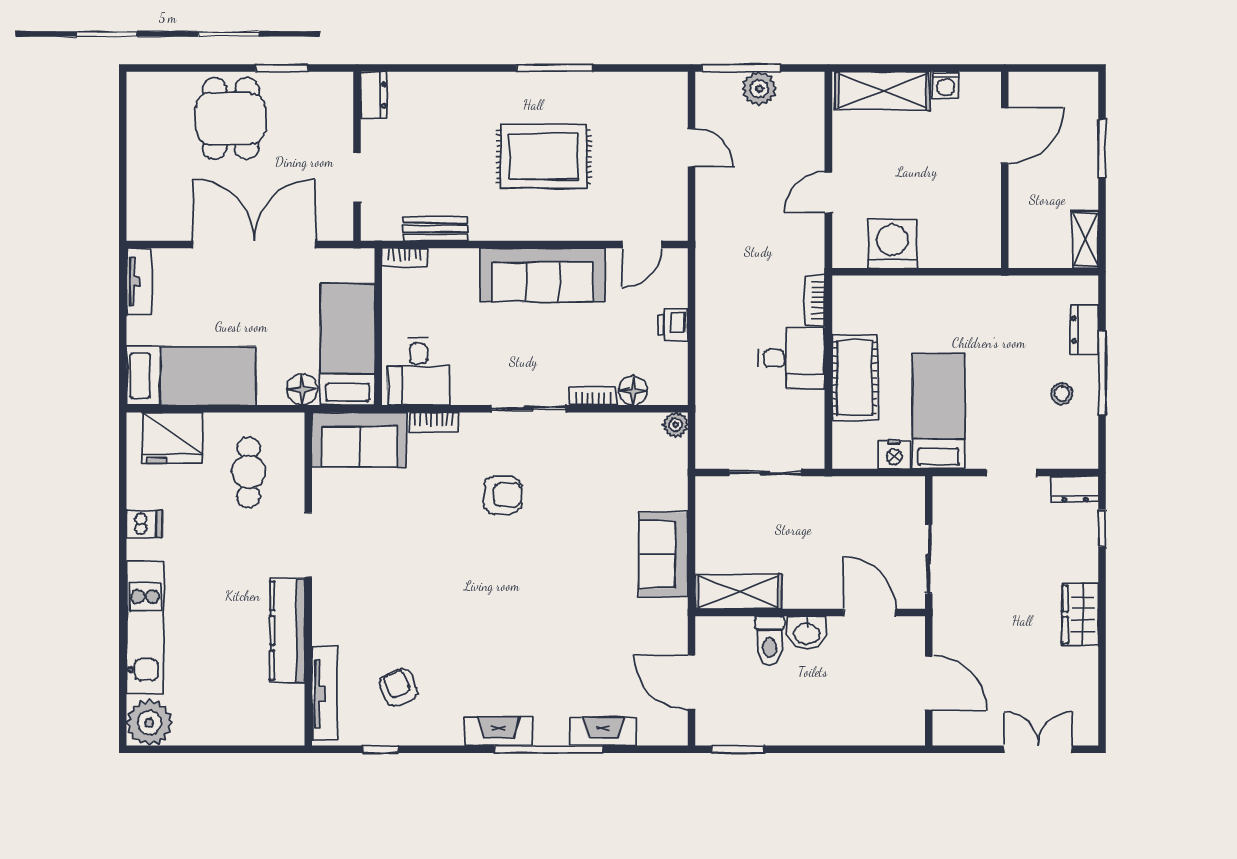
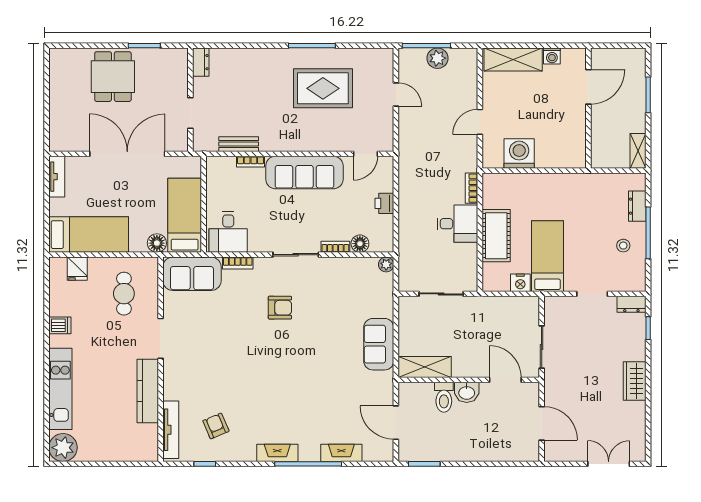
rug: (544, 156) -> (323, 88), moved
bookcase: (405, 257) -> (251, 162), moved
fridge: (173, 438) -> (77, 269), width x0.53, depth x0.75

